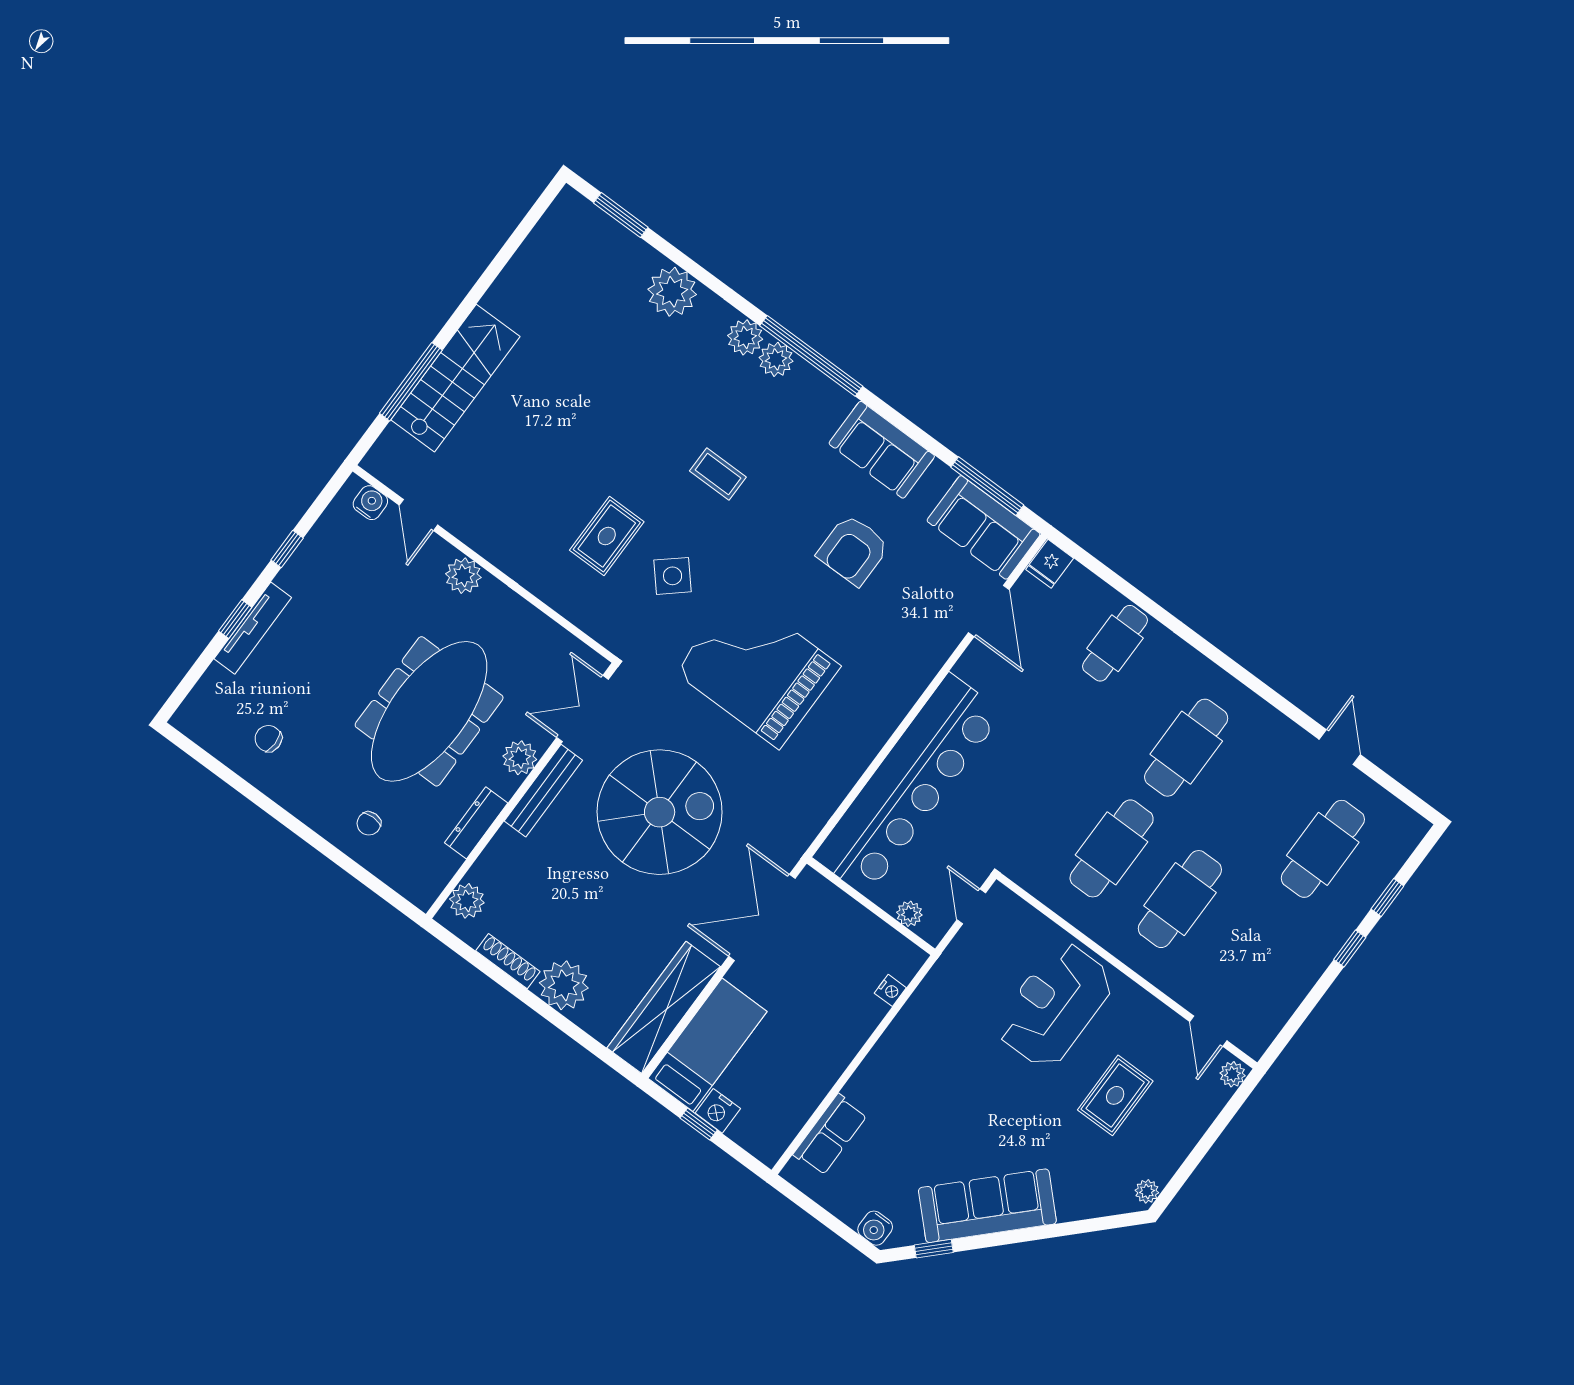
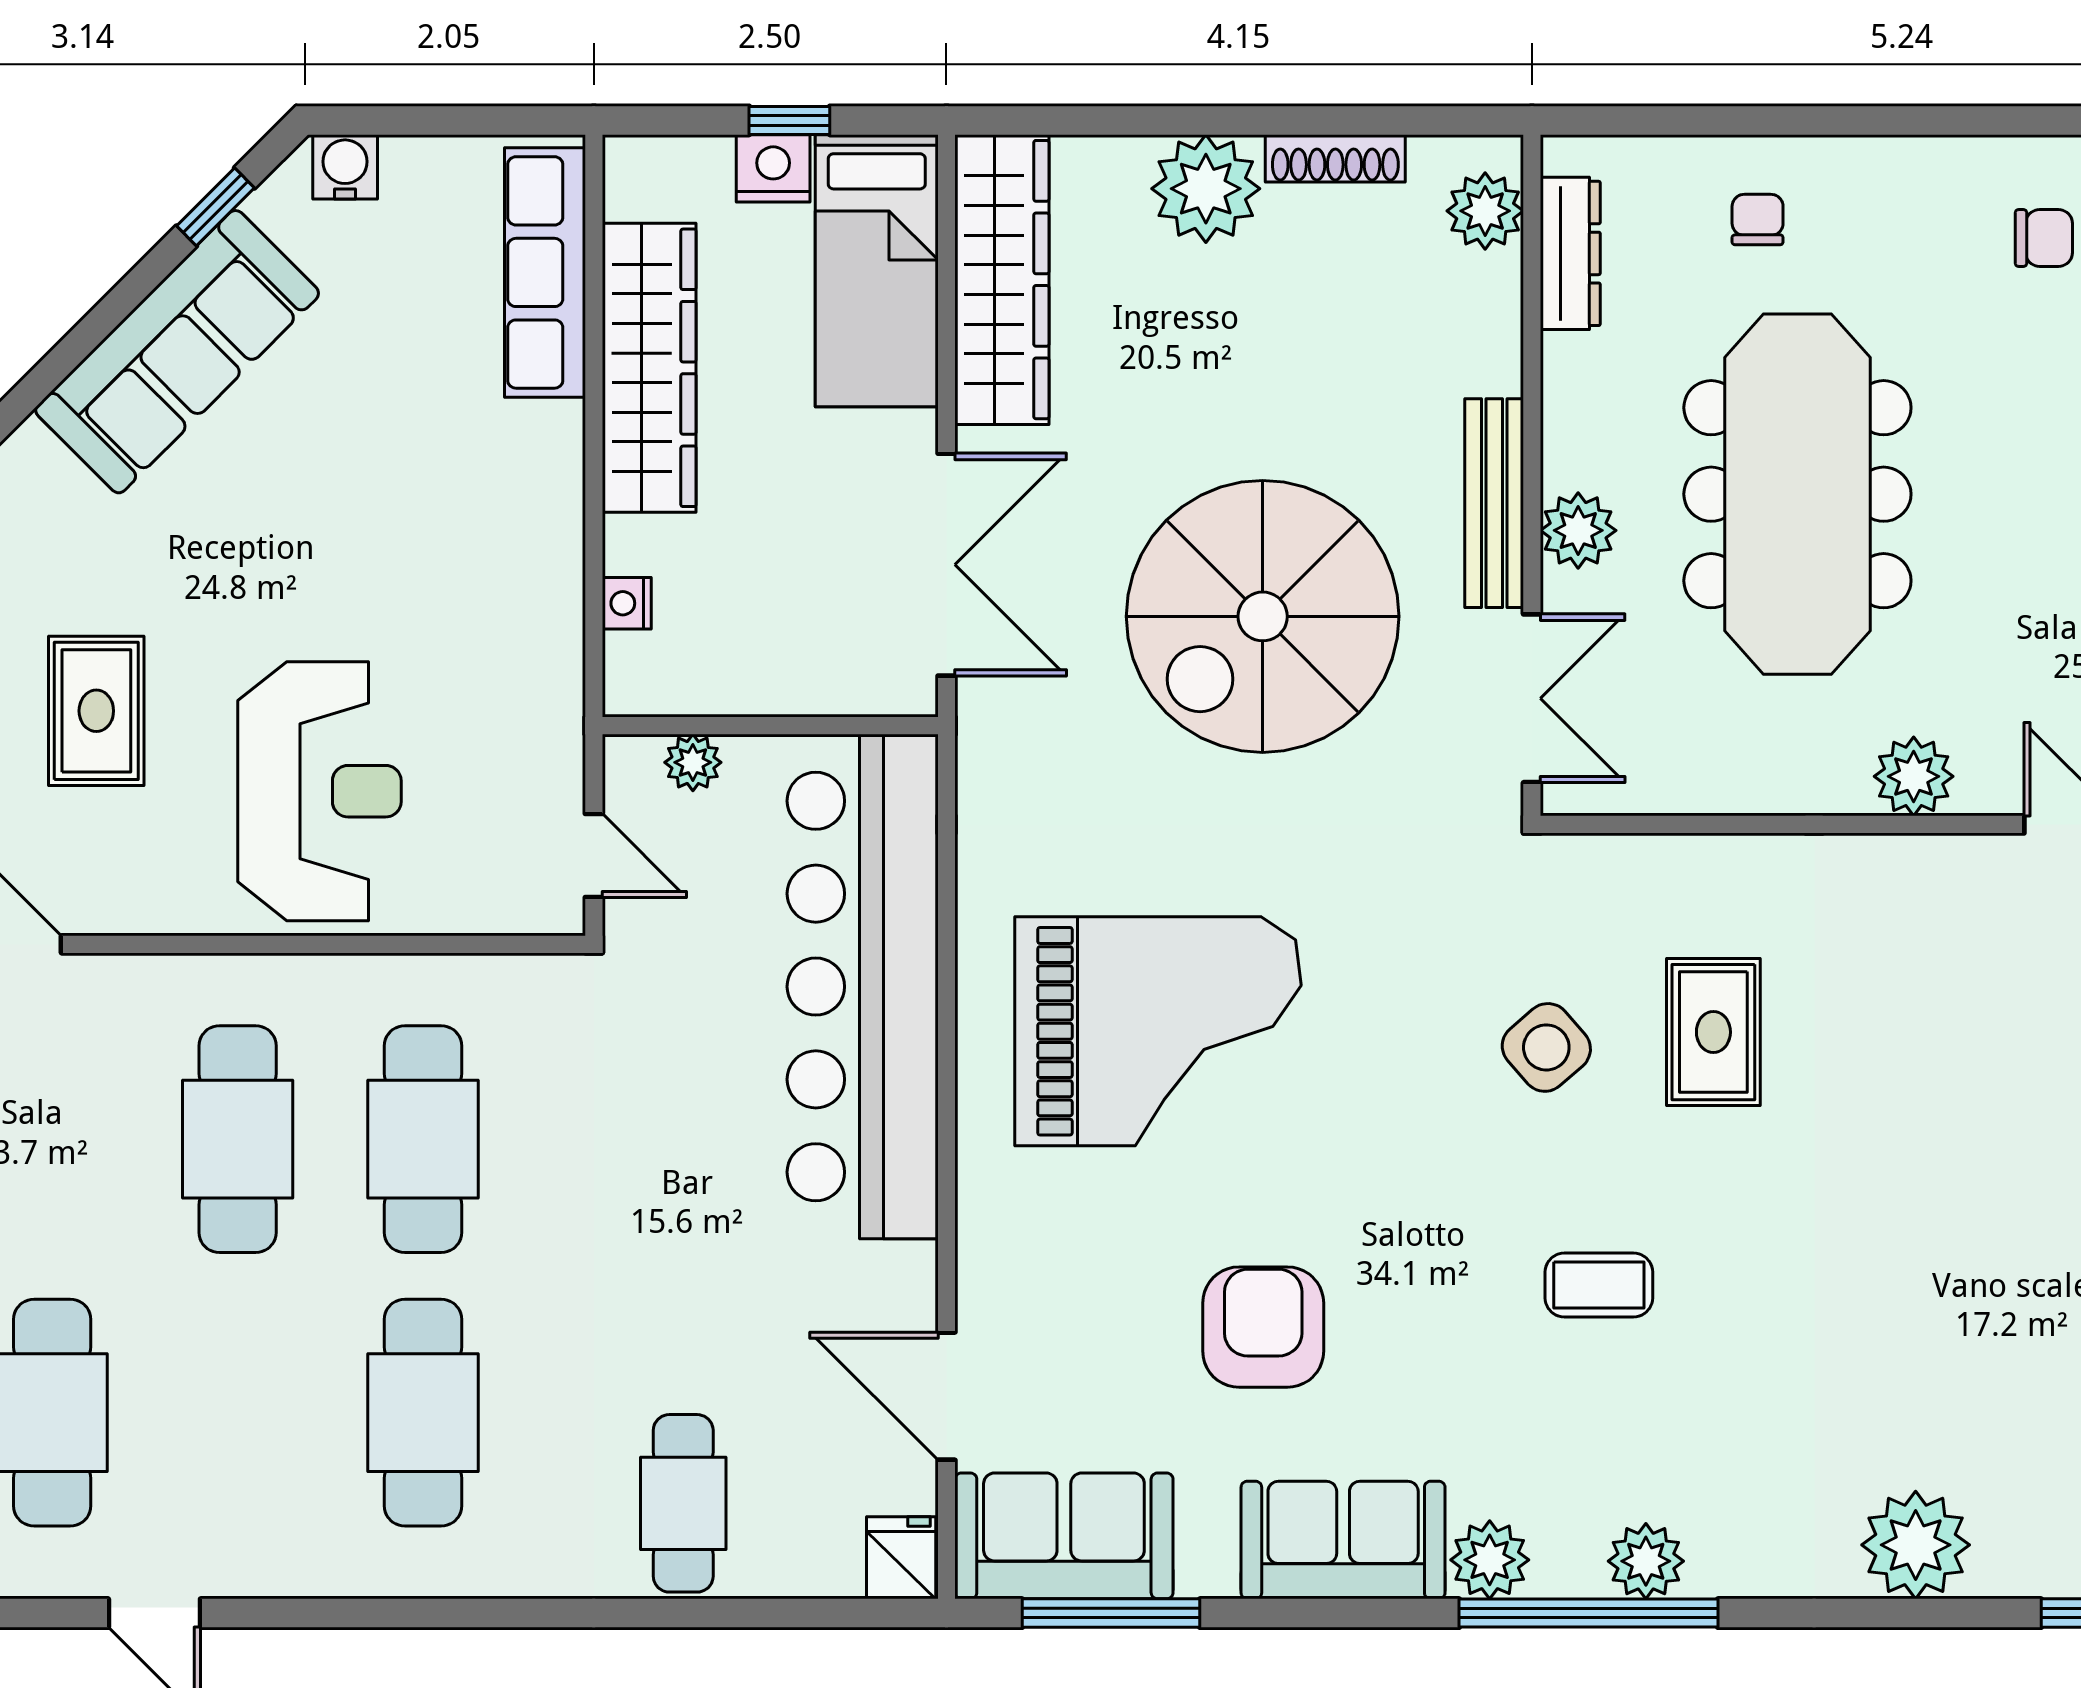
plant: (745, 337) -> (1490, 1560), moved
grand piano: (758, 669) -> (1158, 1031), moved
dresser: (476, 823) -> (1570, 253), moved
wardrobe: (818, 1071) -> (649, 368), added
row of seats: (830, 1135) -> (545, 272), width x1.48

